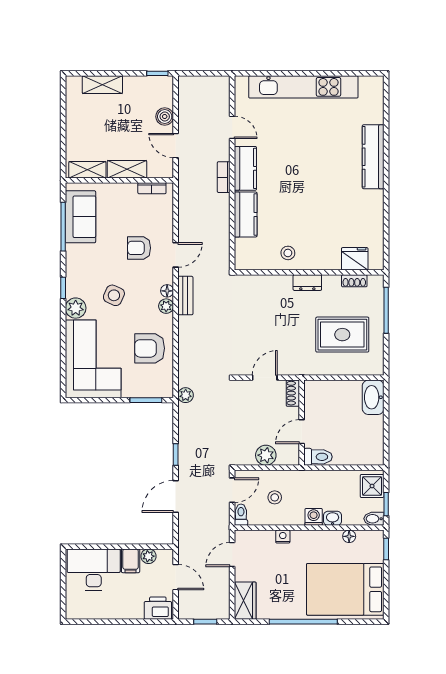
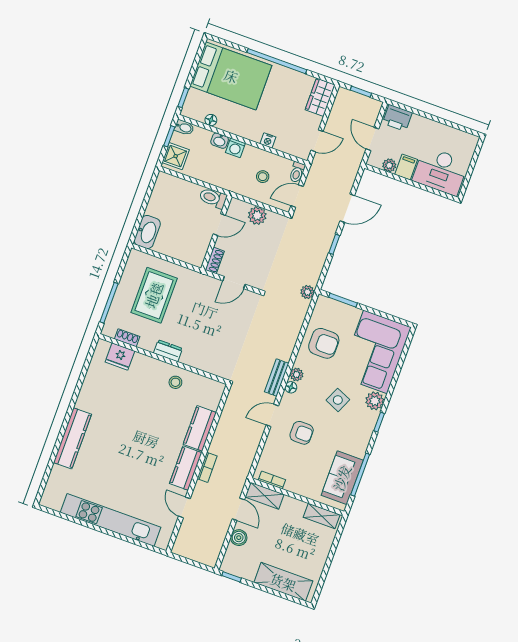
shelving: (102, 85) -> (283, 582), width x1.50, depth x1.33
shelving: (127, 169) -> (264, 496), moved
rug: (342, 335) -> (154, 295), turned 90

